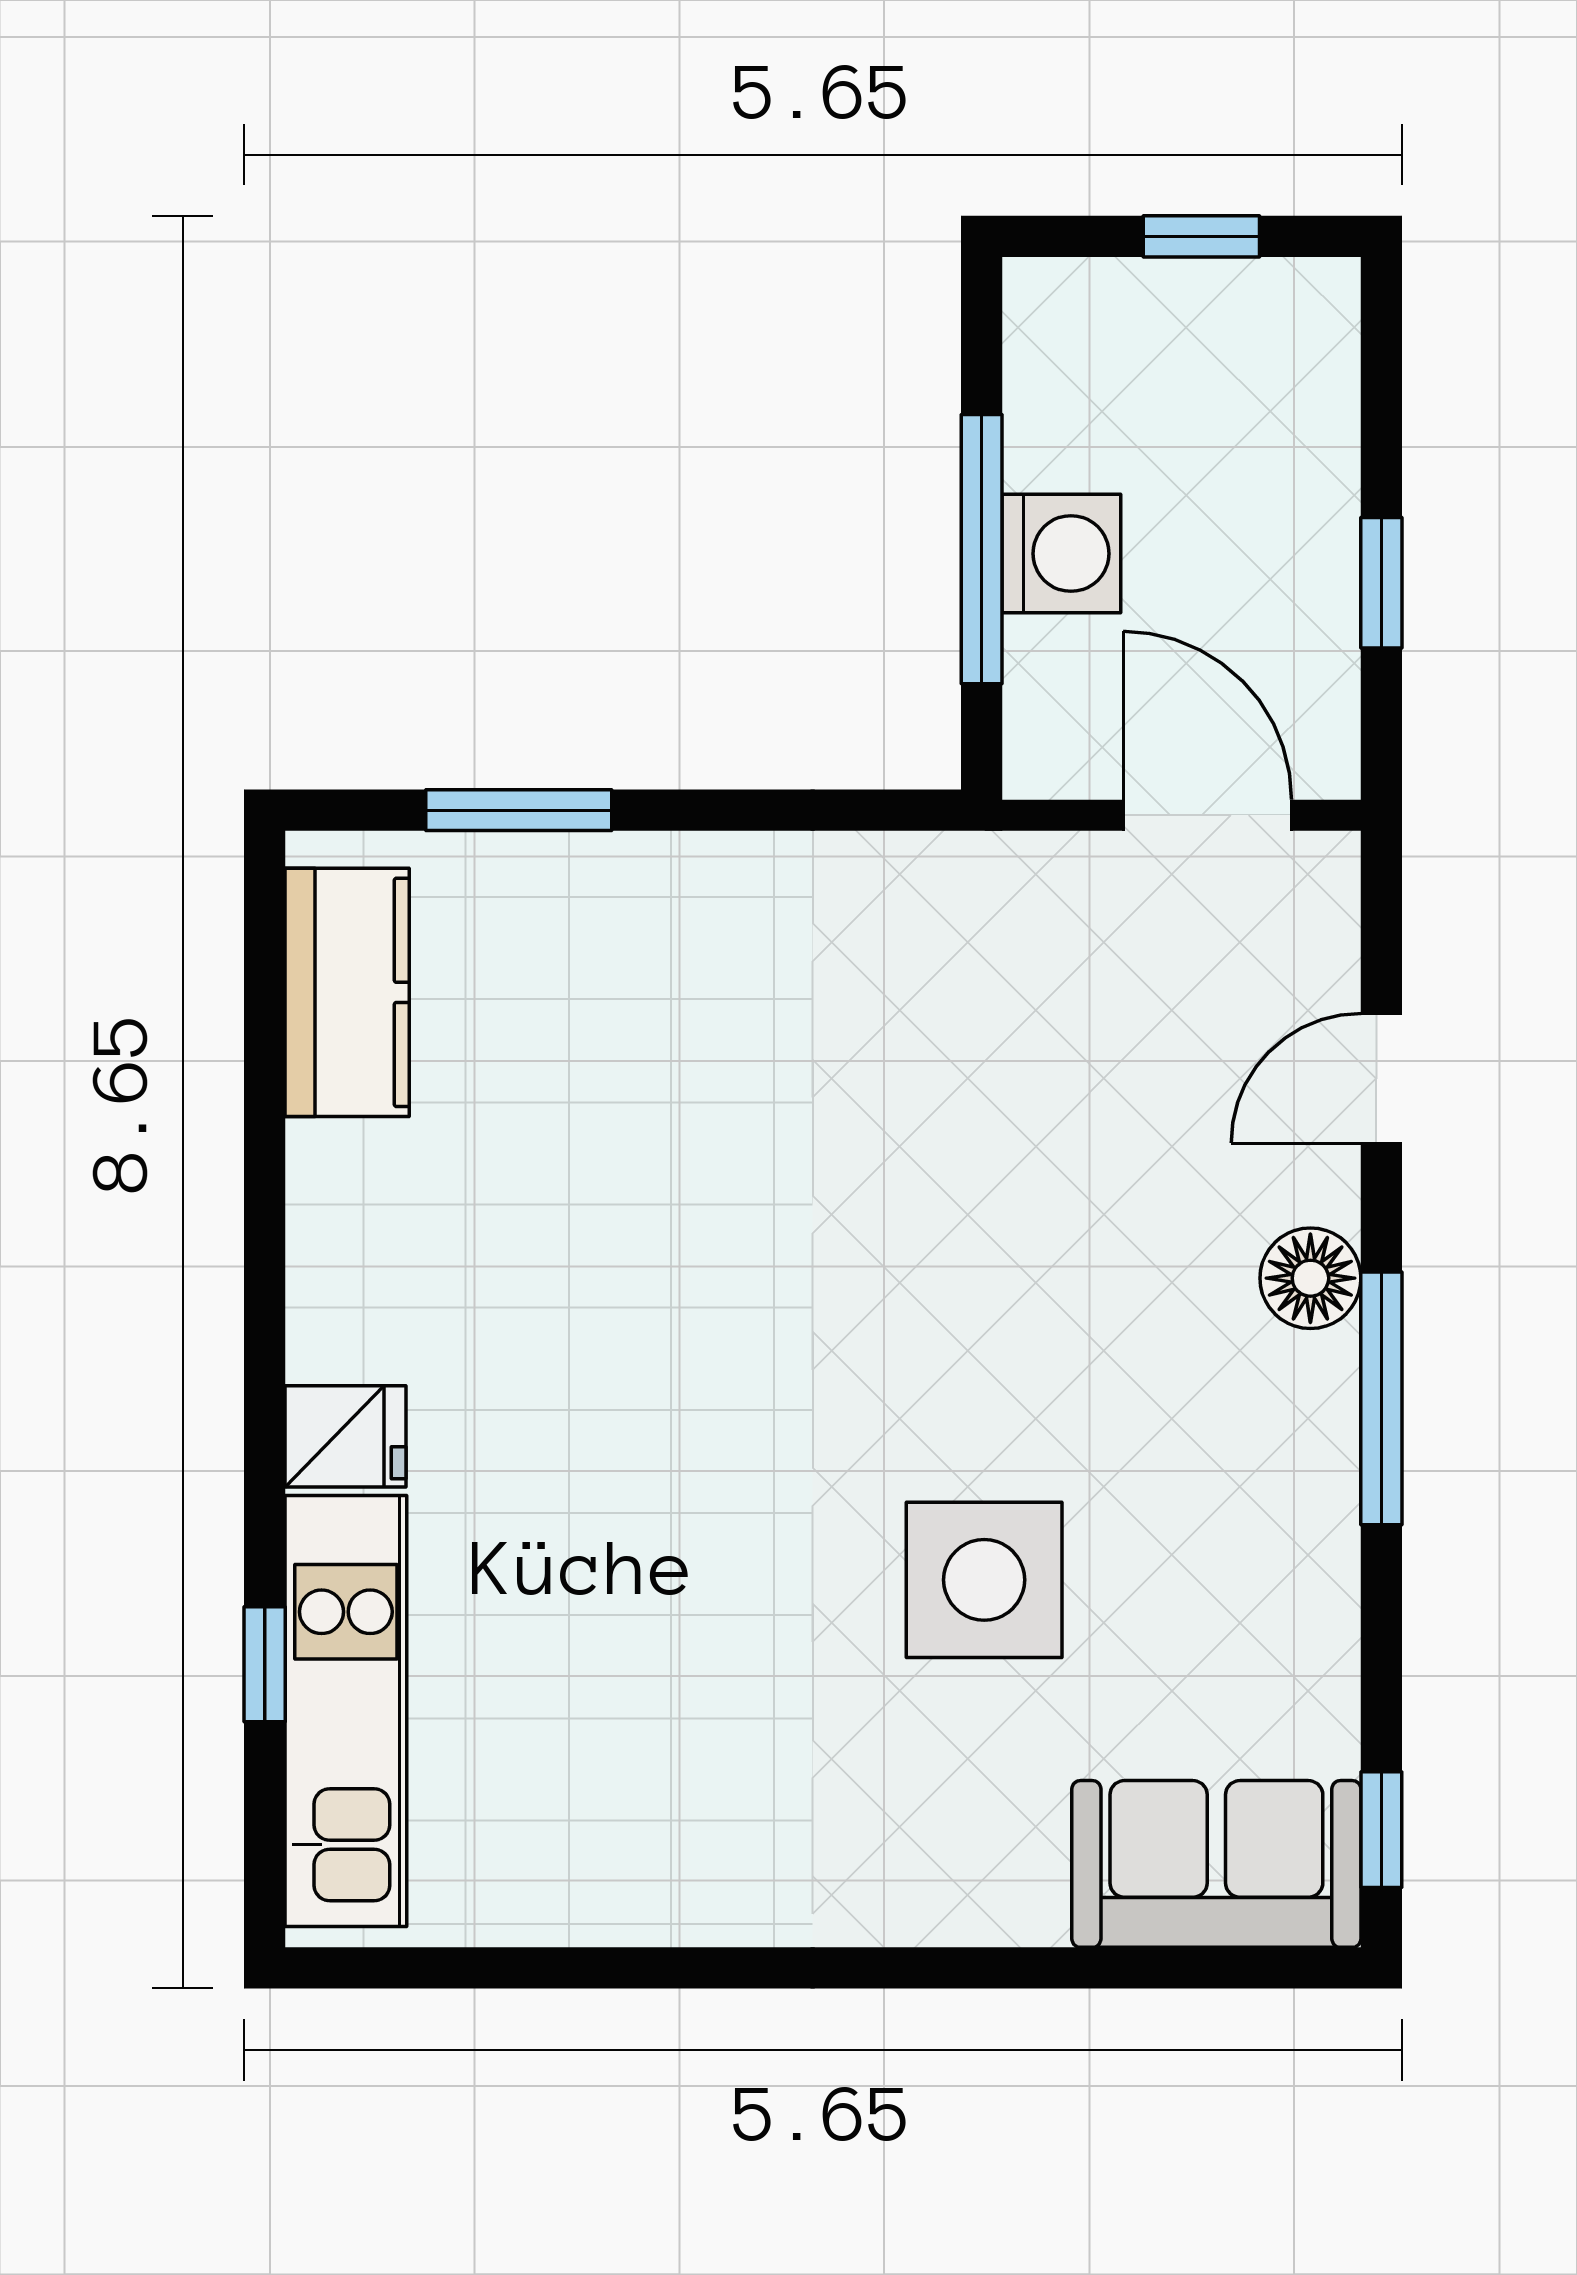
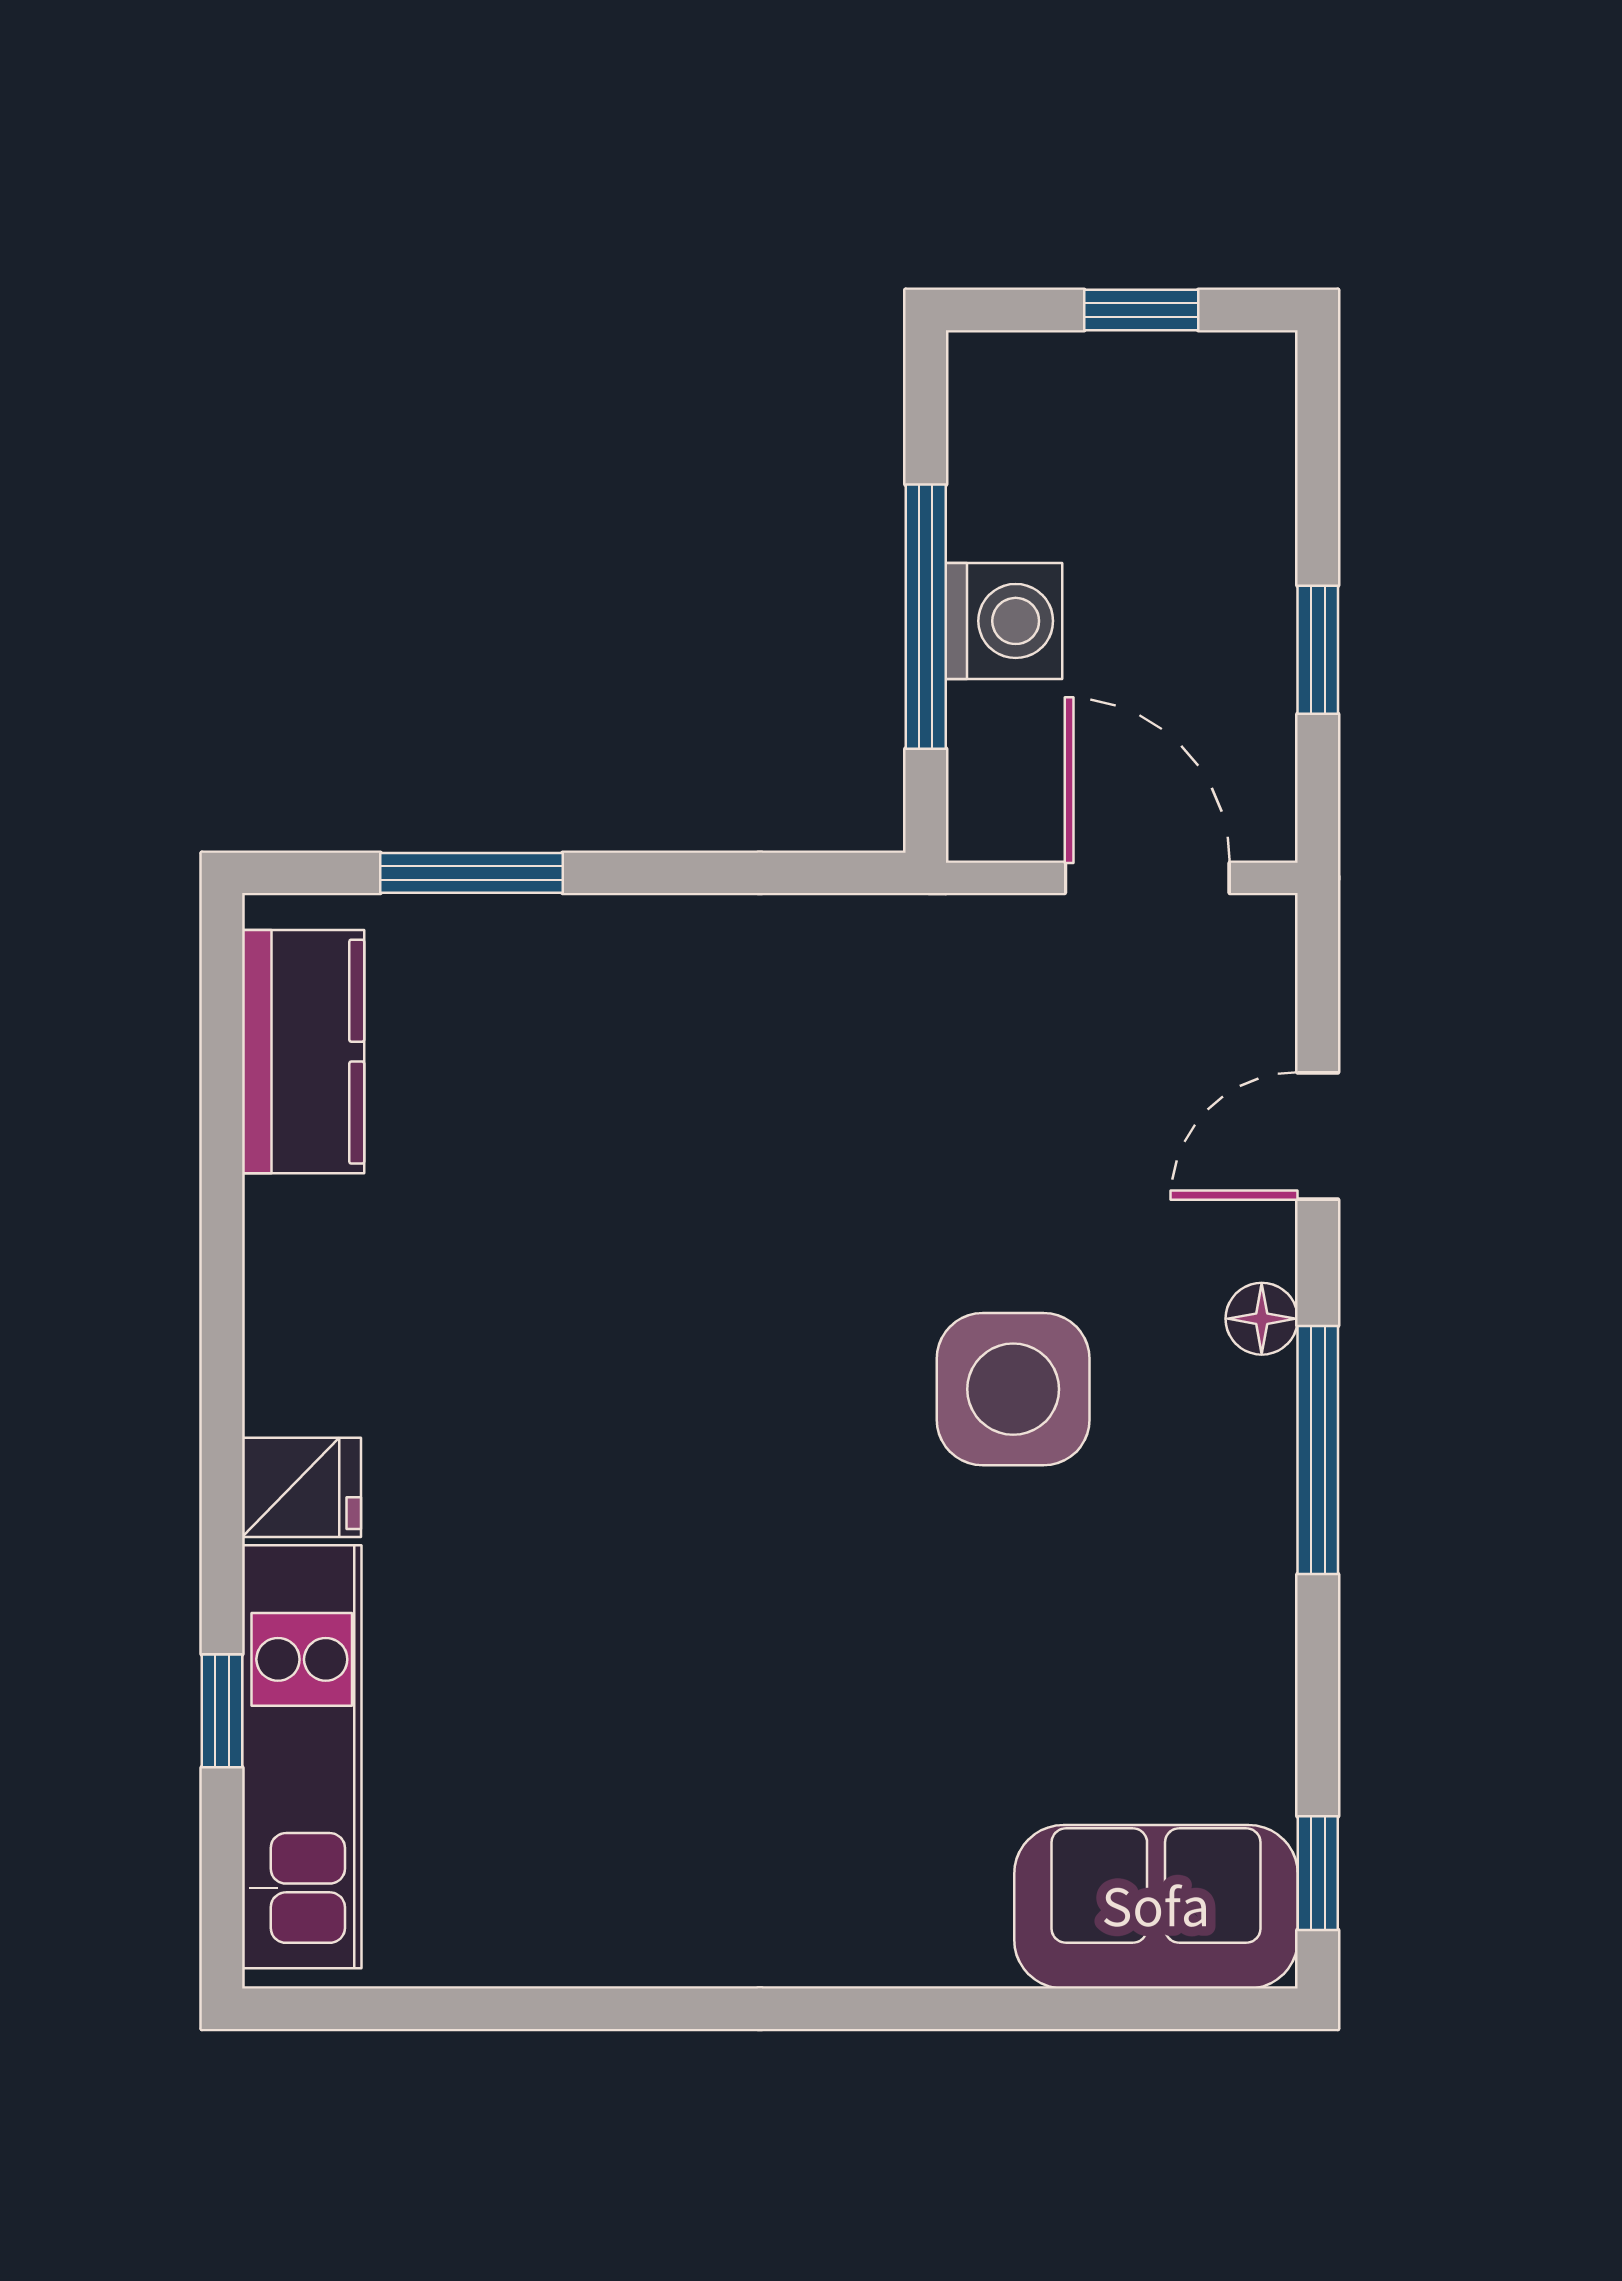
floor lamp: (1310, 1278) -> (1262, 1319), width x0.73, depth x0.73
side table: (984, 1580) -> (1013, 1389), moved

